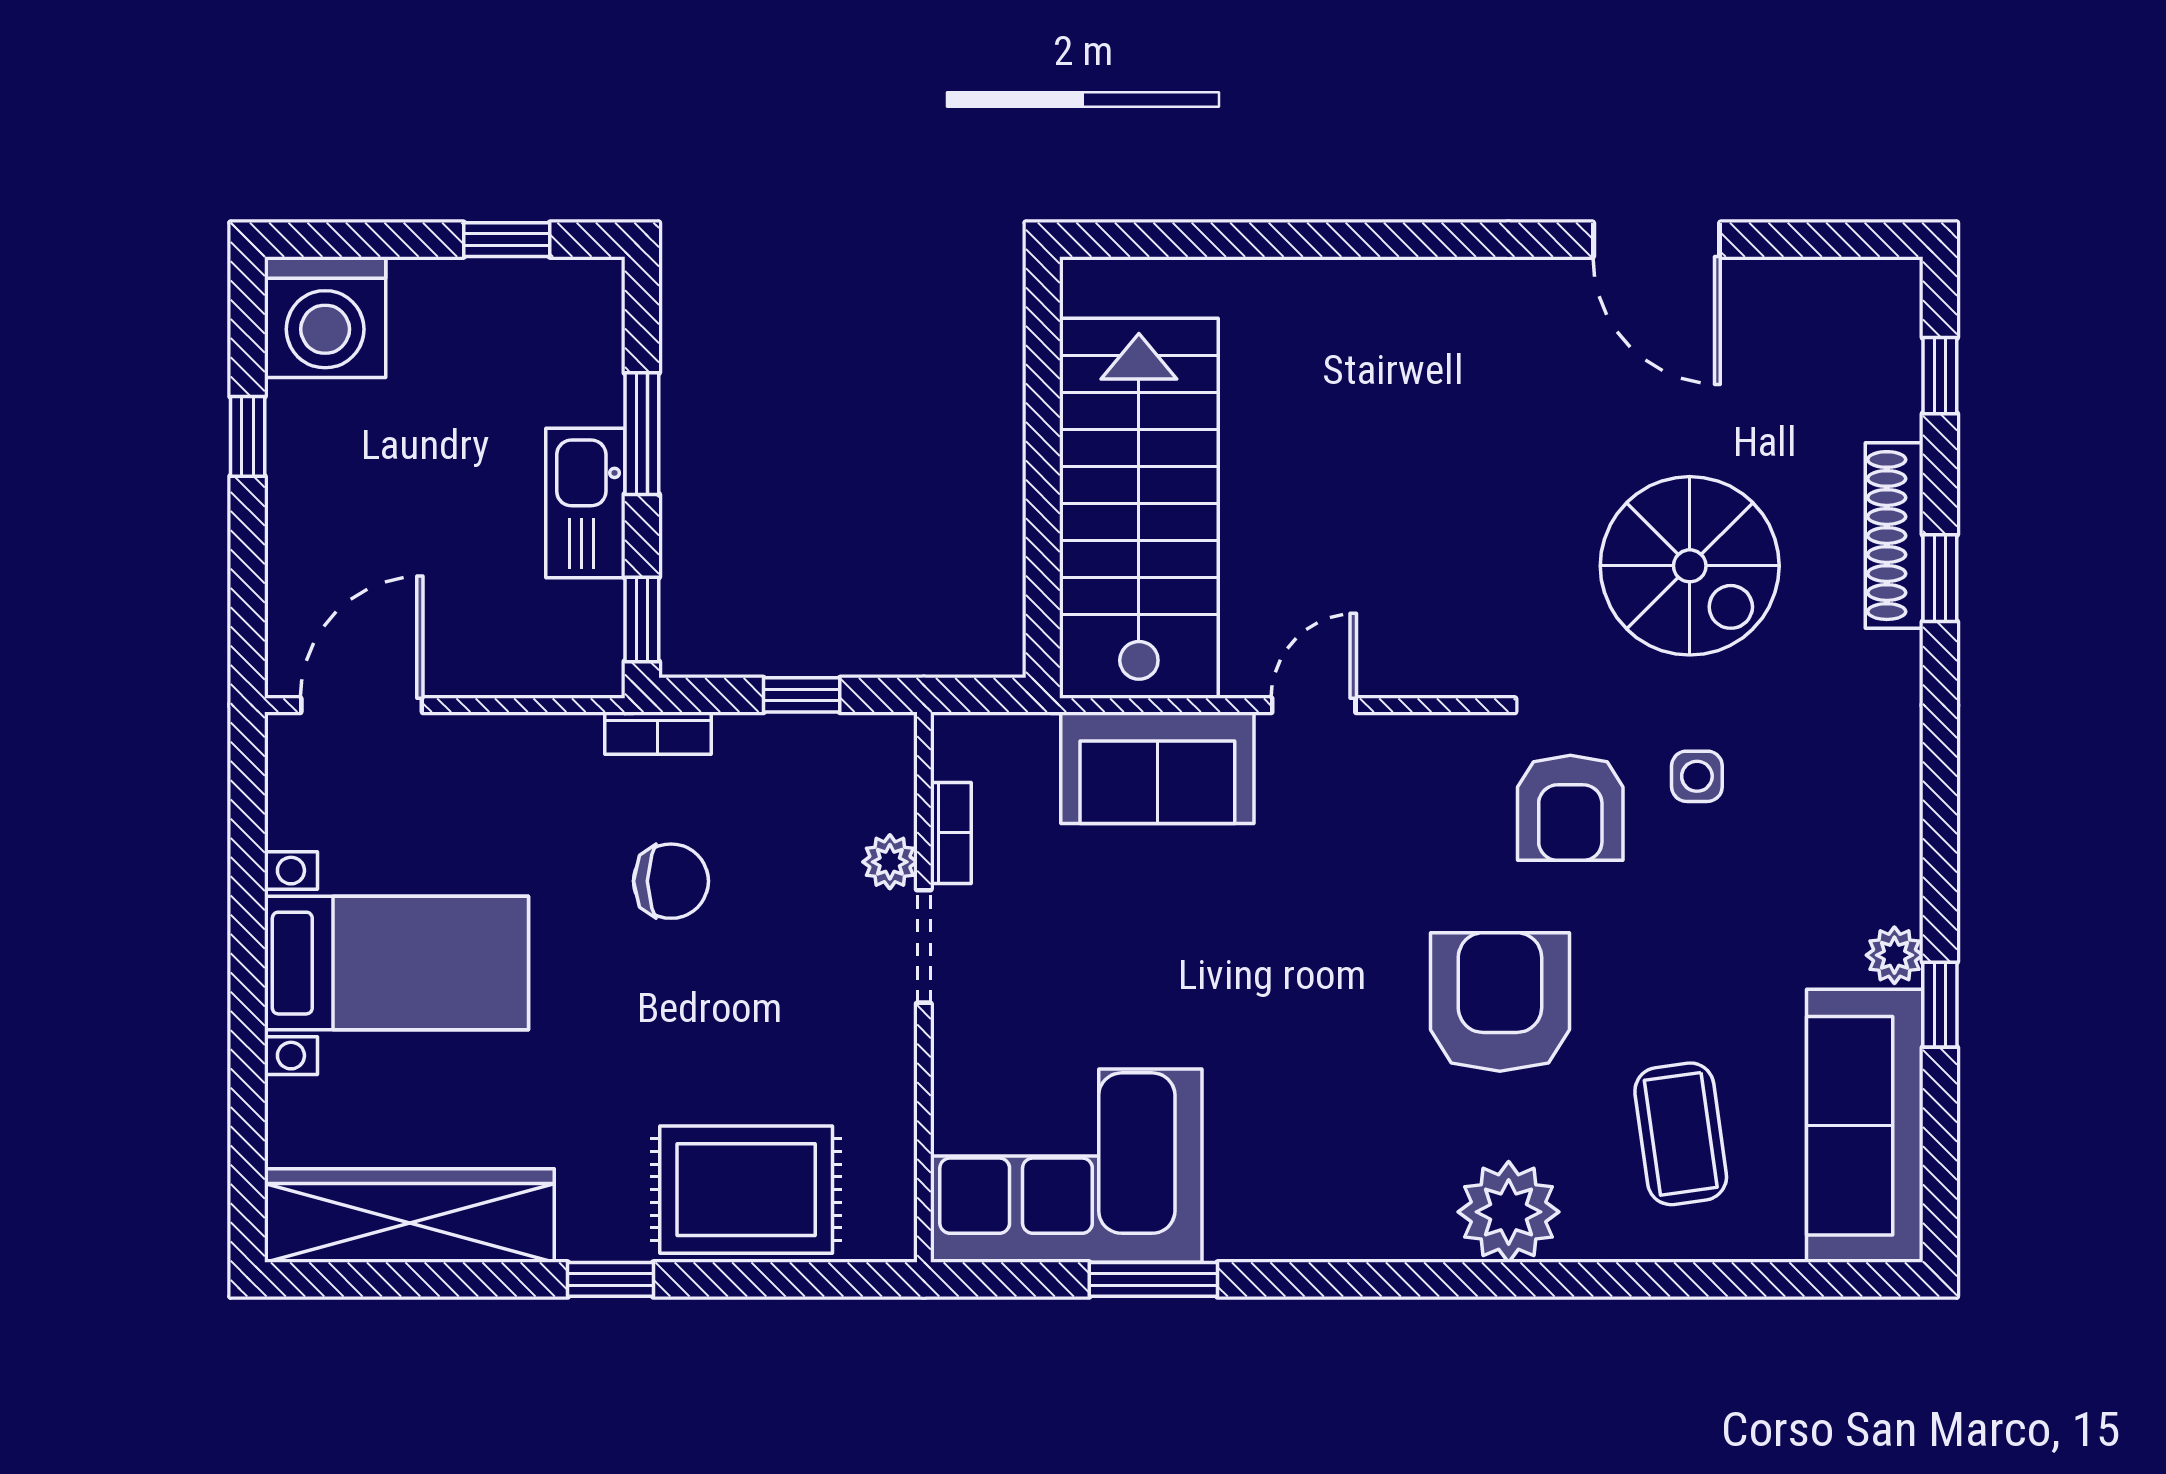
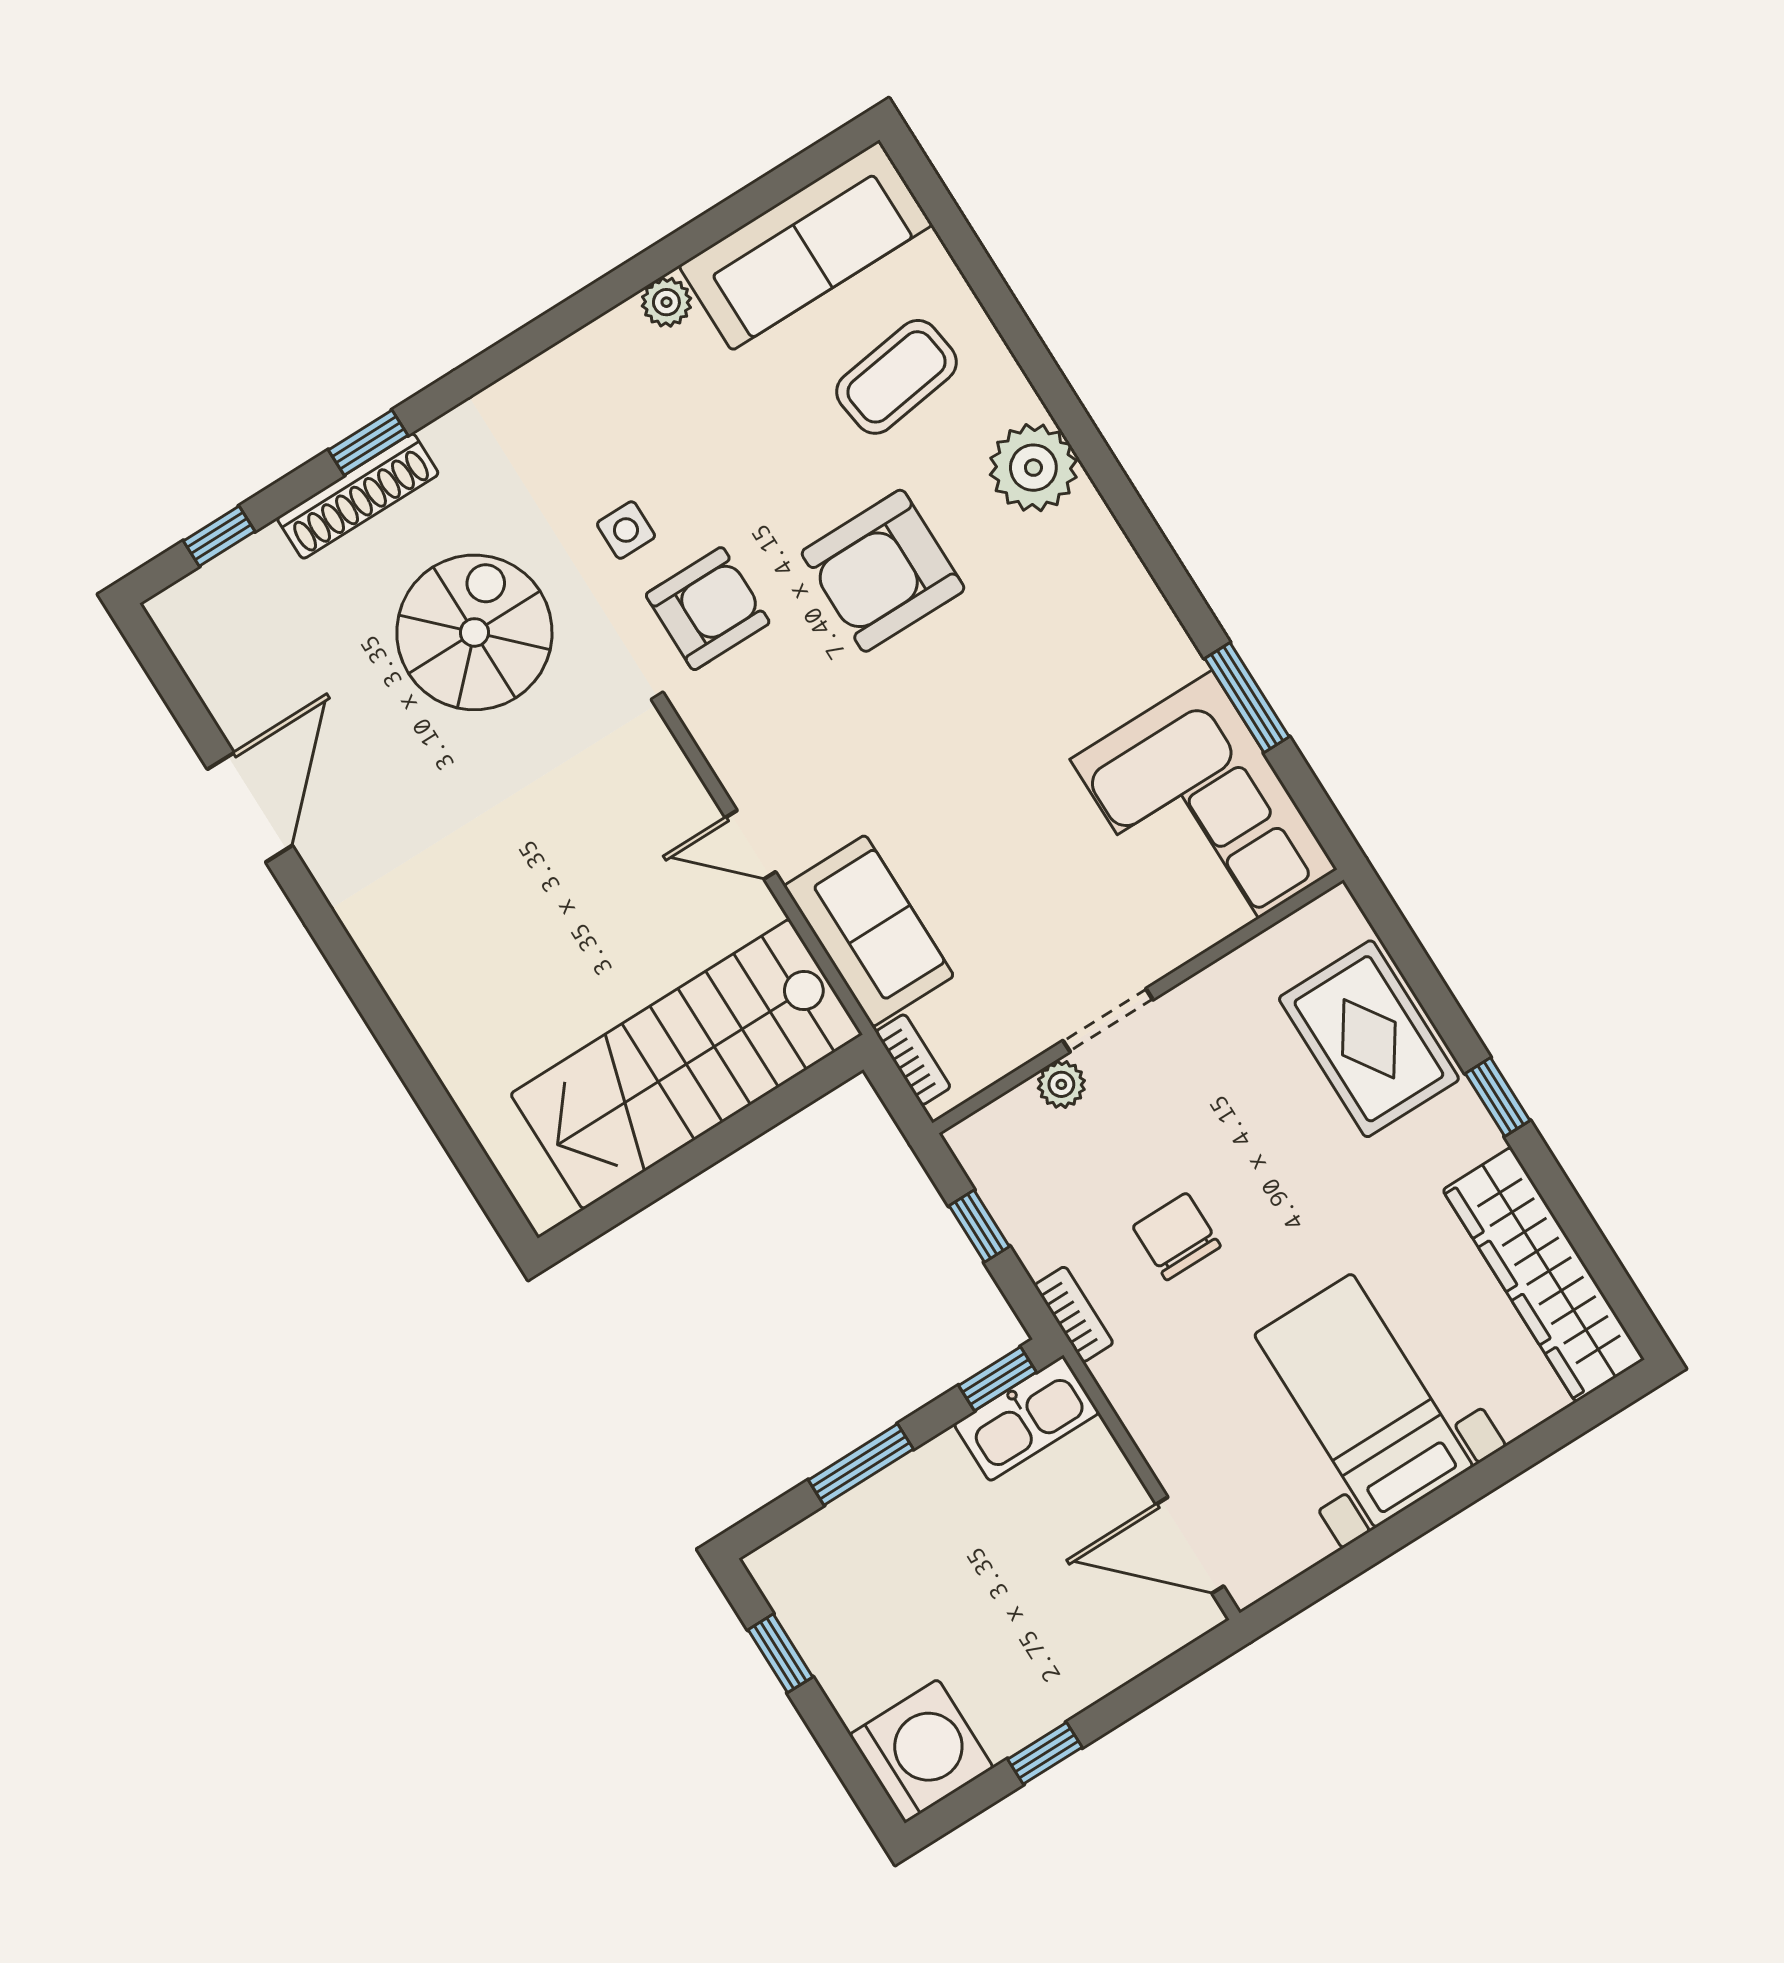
kitchen sink: (585, 503) -> (1027, 1418), moved
bookcase: (951, 833) -> (913, 1060), moved, turned 90
window: (1940, 1005) -> (682, 246), removed

